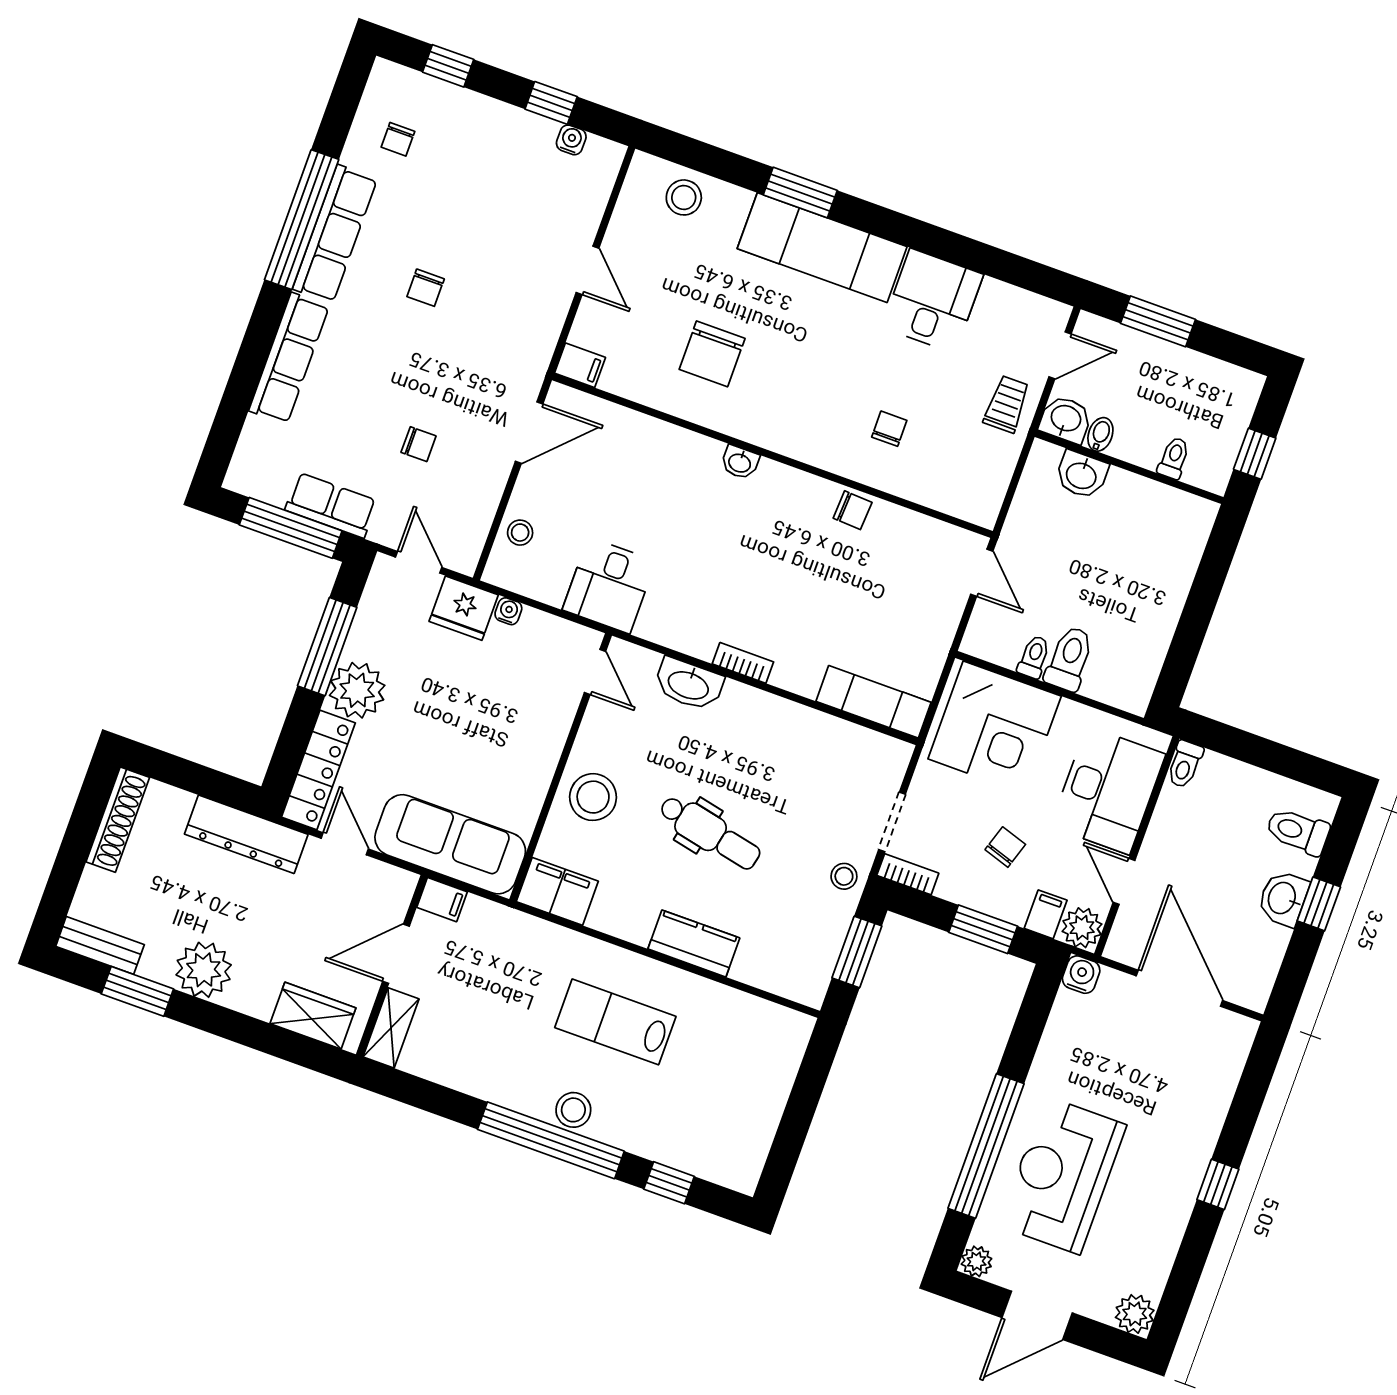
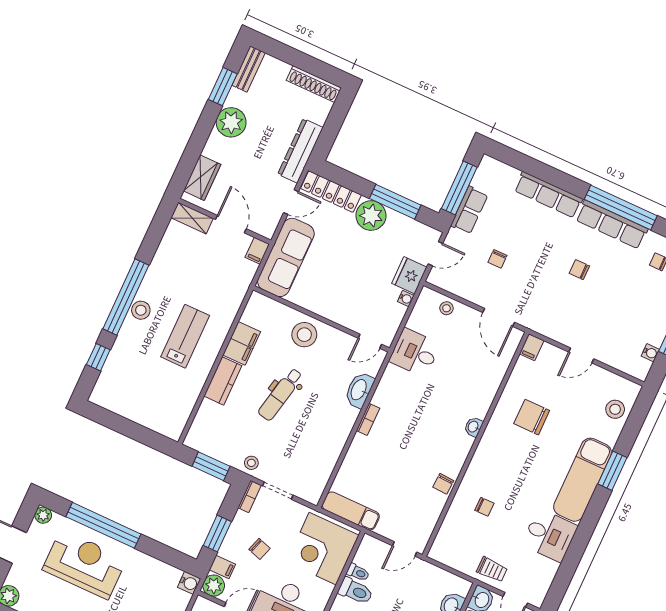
exam couch: (873, 702) -> (351, 511), moved, turned -90
filing cabinet: (557, 891) -> (242, 343), moved

